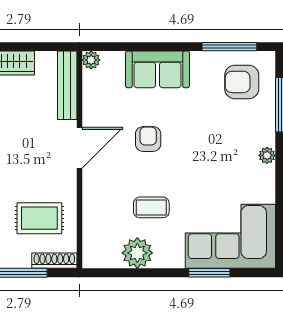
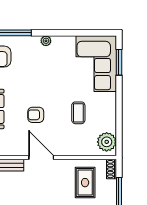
plant: (137, 253) -> (107, 142), moved
shoe rack: (54, 261) -> (111, 169), width x0.70
window: (209, 273) -> (119, 62), moved

